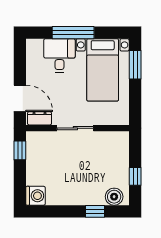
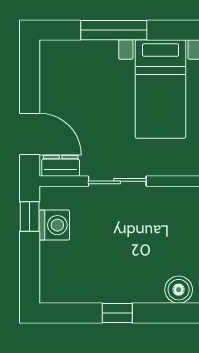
desk: (59, 55) -> (92, 66), removed
washing machine: (36, 196) -> (54, 225), moved
window: (95, 211) -> (117, 313), moved

